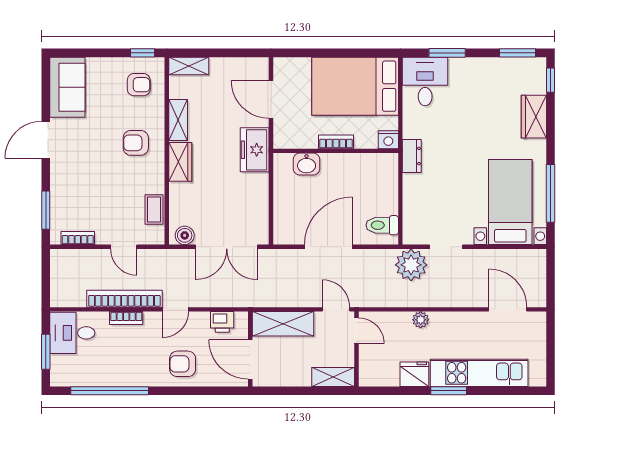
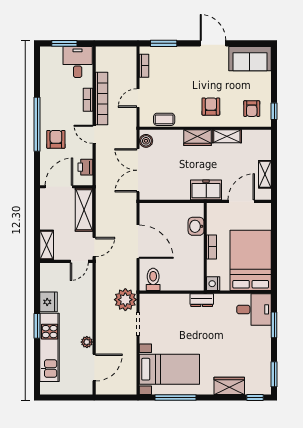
shelving: (189, 66) -> (265, 174), moved
plant: (421, 320) -> (87, 342), moved
window: (110, 391) -> (37, 124), moved

